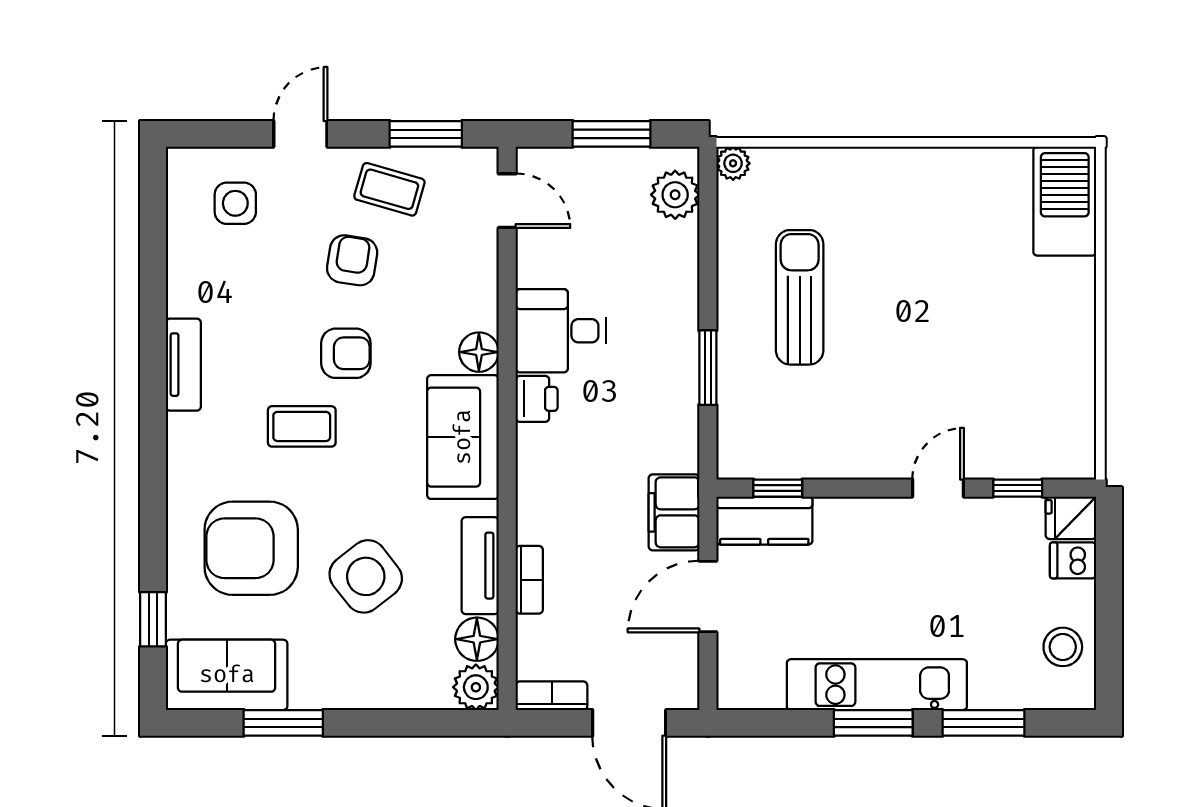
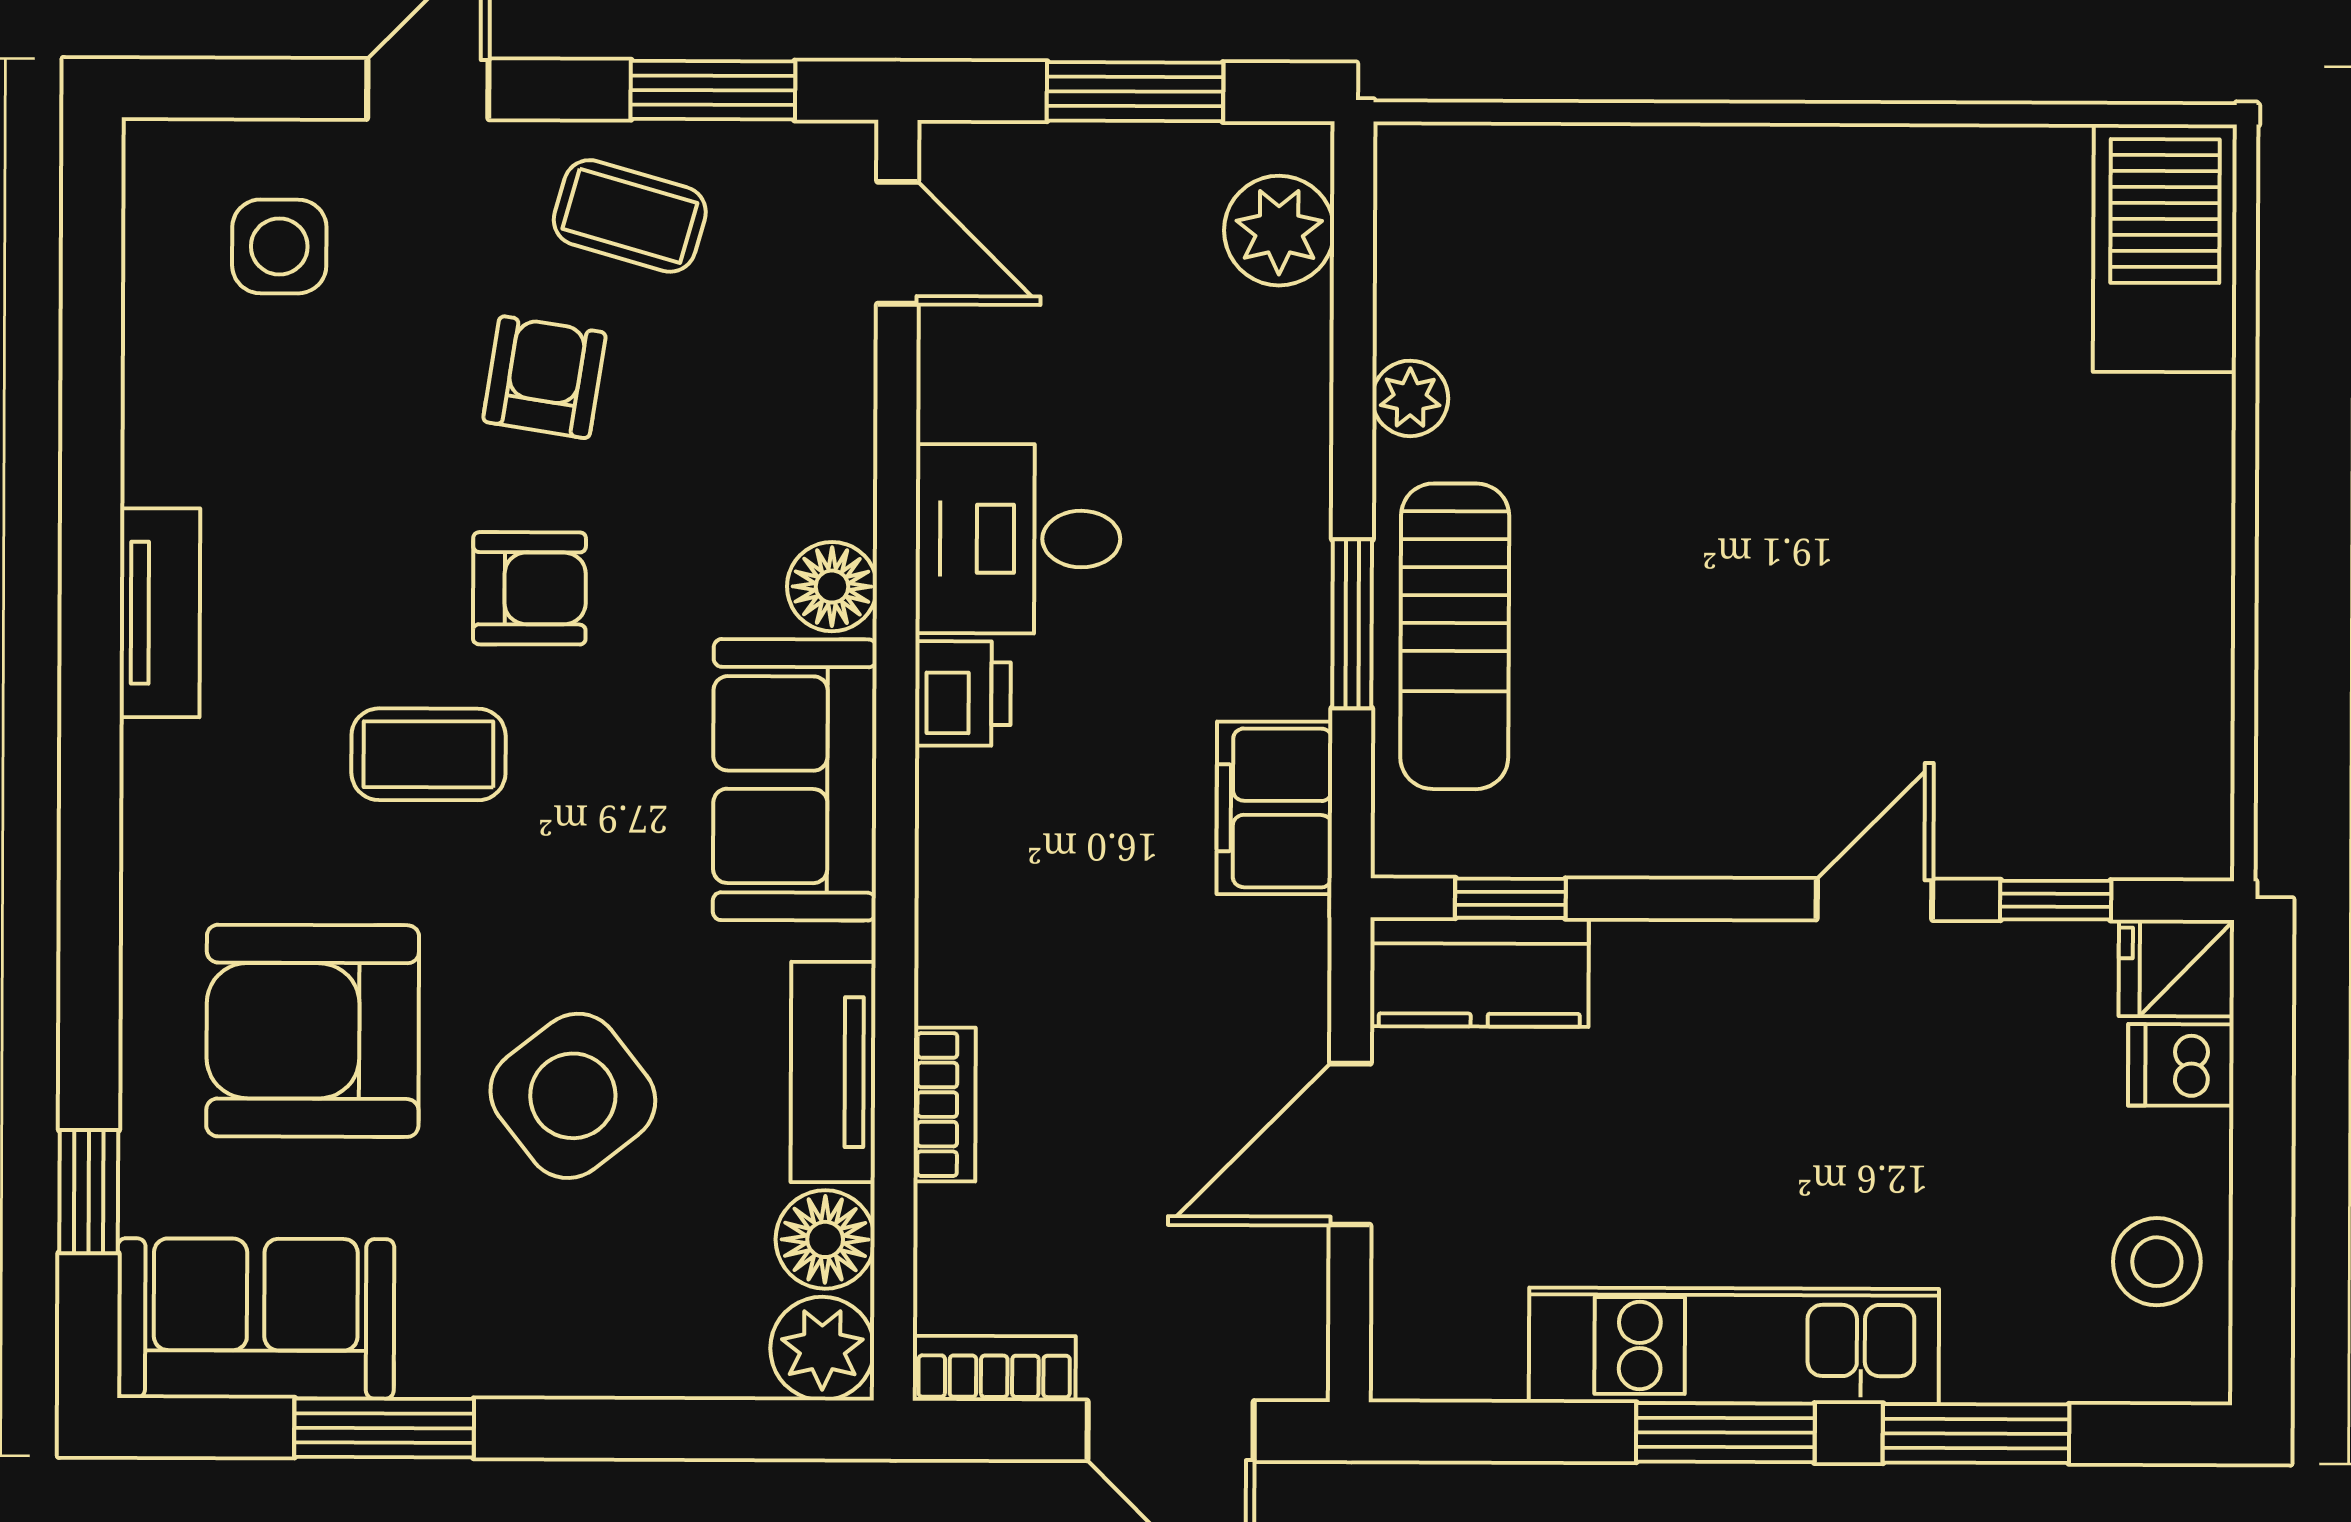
plant: (733, 163) -> (1410, 398), moved
sun lounger: (800, 297) -> (1455, 636), moved, turned 180
filing cabinet: (674, 512) -> (1274, 808), moved

